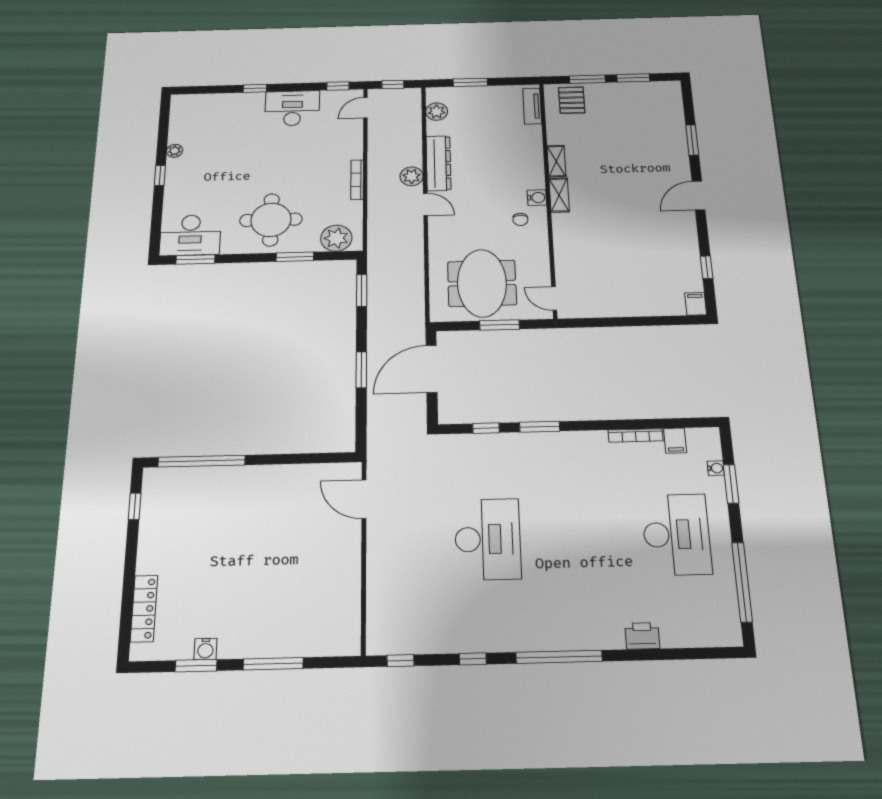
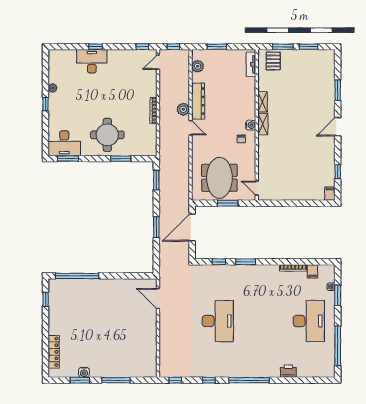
desk: (292, 108) -> (92, 61), moved
plant: (336, 238) -> (143, 148), removed

